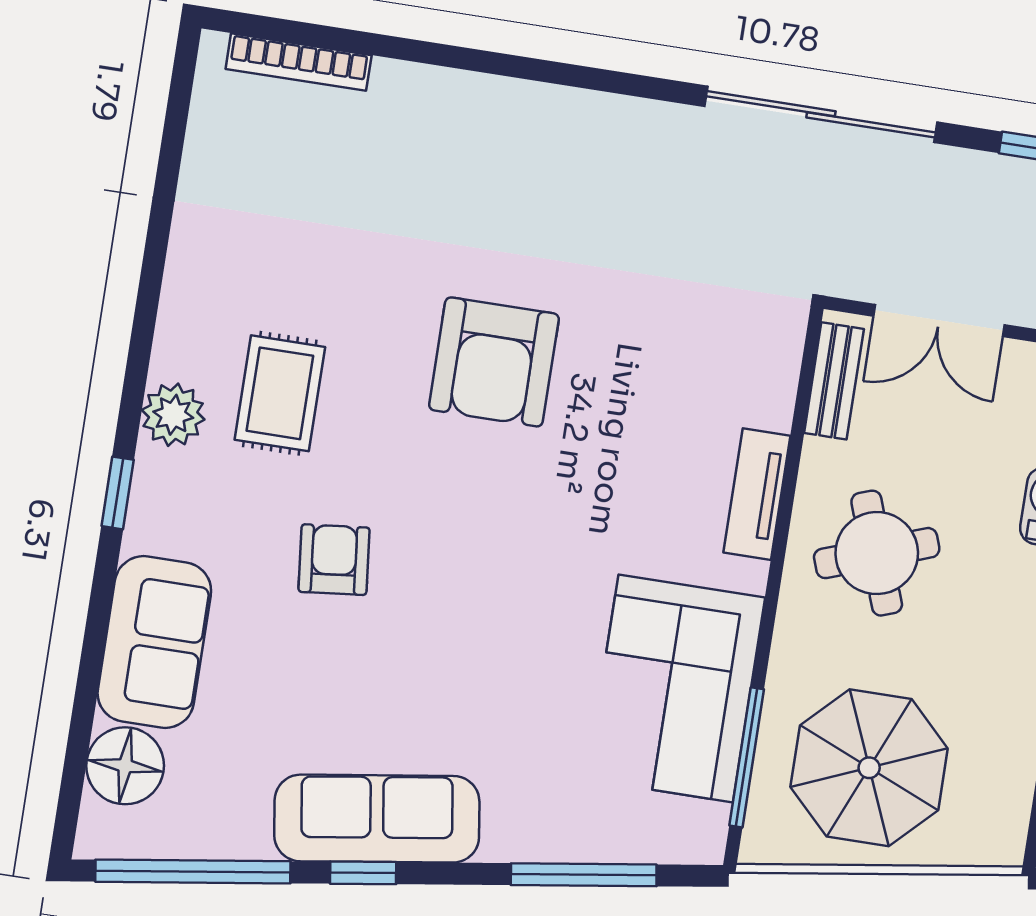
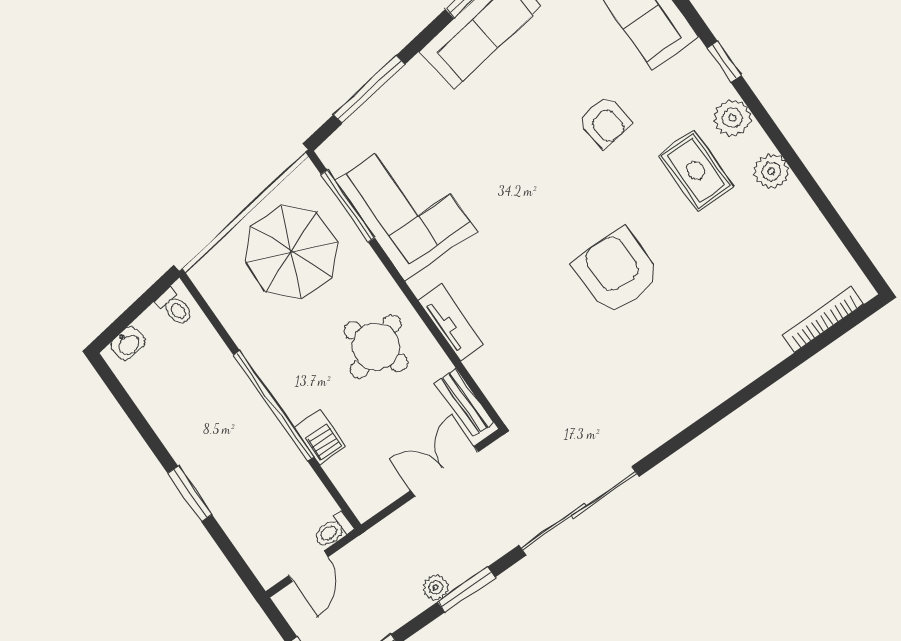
plant: (189, 304) -> (771, 171), added

